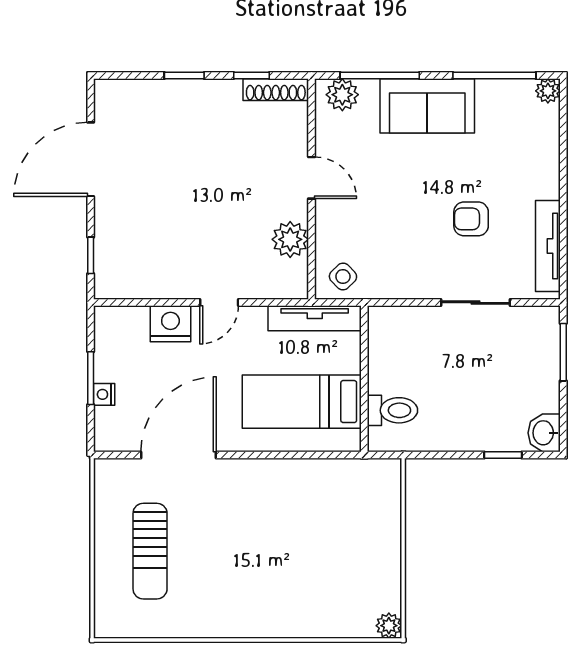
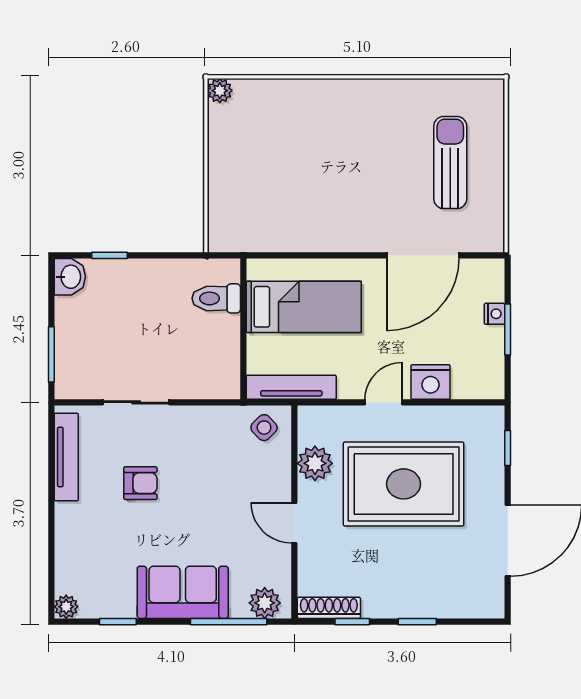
window: (494, 76) -> (118, 622), width x0.46
rug: (198, 218) -> (404, 484), added

